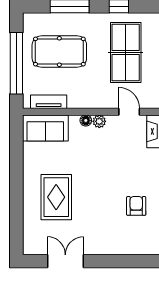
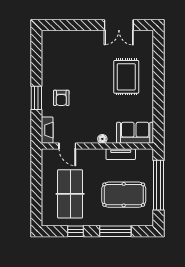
tv unit: (49, 102) -> (121, 154), moved
plant: (99, 121) -> (91, 138), removed
armchair: (136, 206) -> (61, 98), moved

